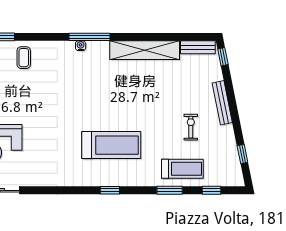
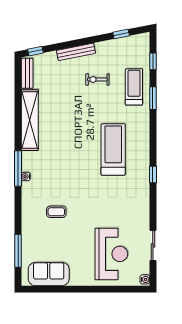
coffee table: (24, 58) -> (56, 212), moved
window: (110, 190) -> (153, 174), moved

